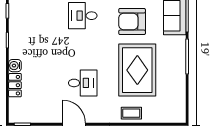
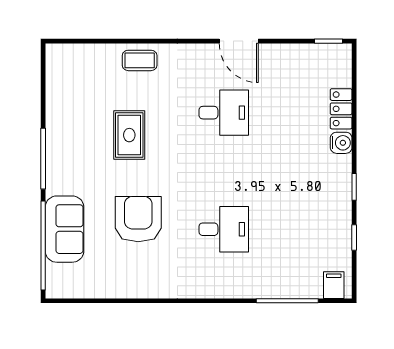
armchair: (132, 22) -> (138, 219), turned -90
rug: (137, 70) -> (129, 135), width x0.54, depth x0.49
desk: (83, 83) -> (224, 113), turned 180

